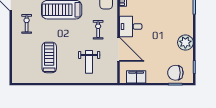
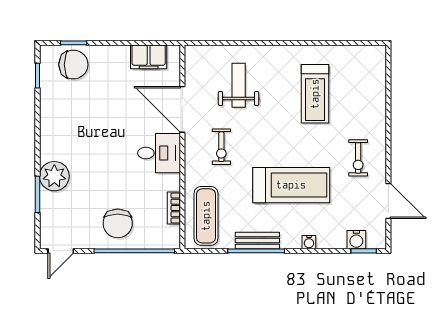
plant: (185, 43) -> (54, 176), moved

